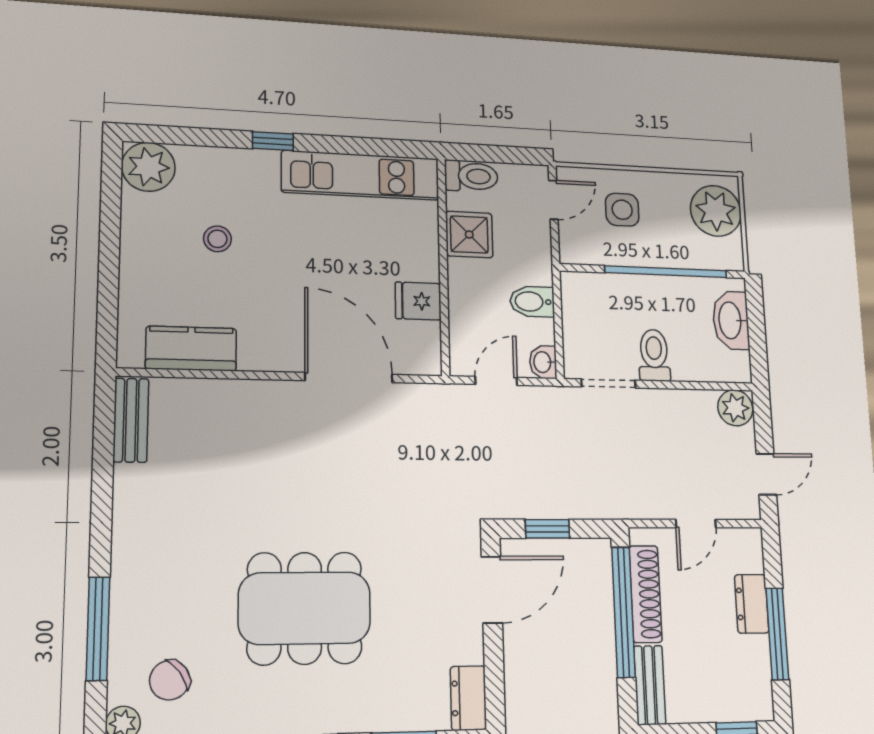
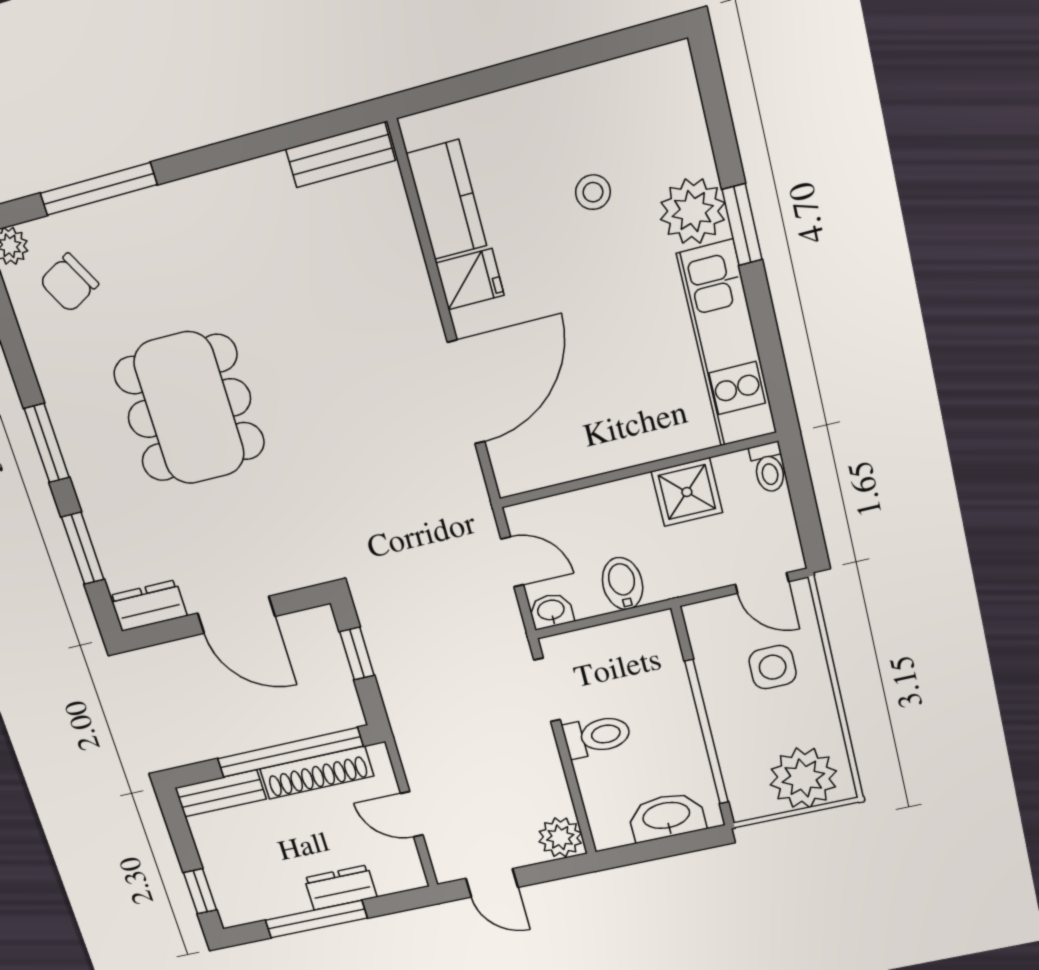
window: (273, 141) -> (742, 225), width x1.50
plant: (148, 167) -> (693, 211), moved
toilet: (471, 176) -> (769, 468), width x0.73, depth x0.72
fridge: (418, 301) -> (470, 279), moved, turned 90
door: (492, 590) -> (236, 615), moved
chair: (170, 680) -> (69, 283), turned -82

